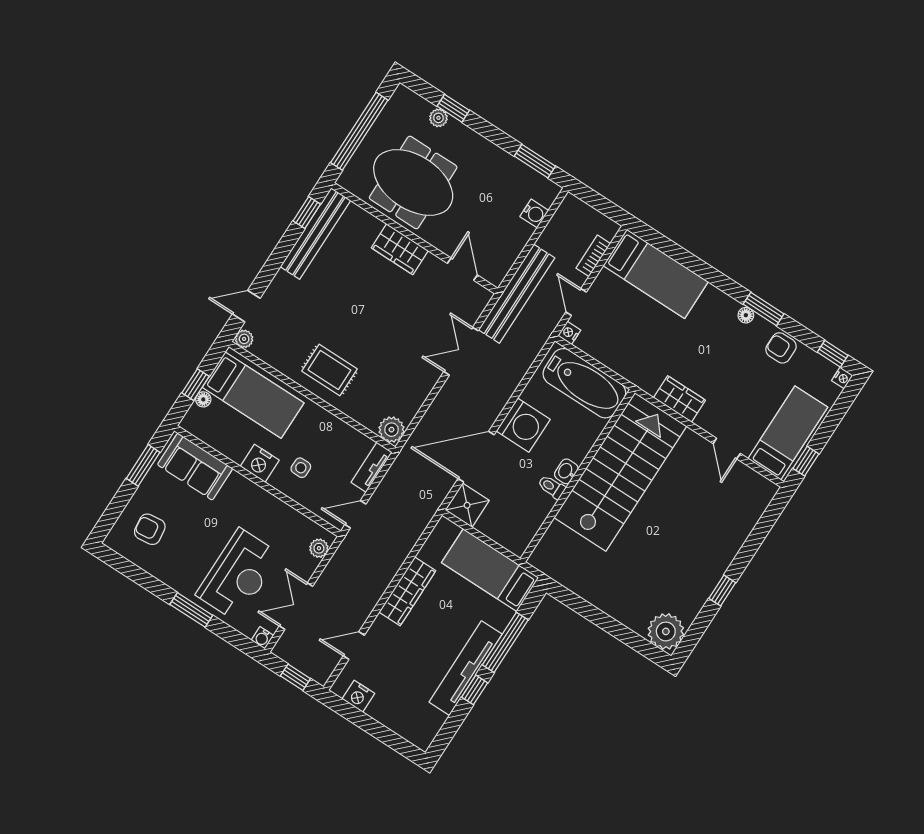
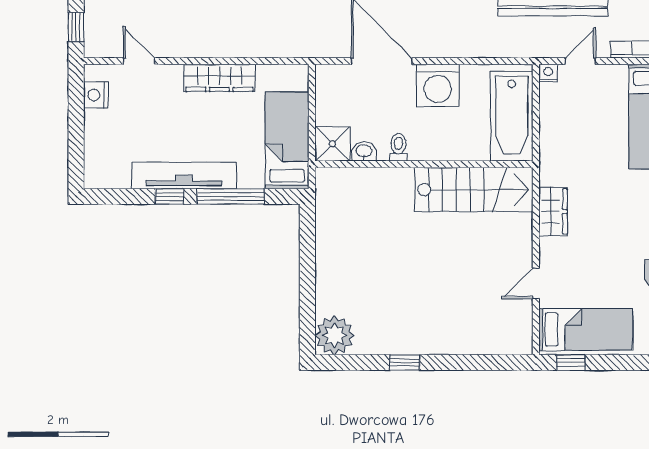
washbasin: (566, 471) -> (364, 151), moved
stairs: (620, 472) -> (474, 190), width x0.73, depth x0.66
shower: (467, 505) -> (332, 144), moved

